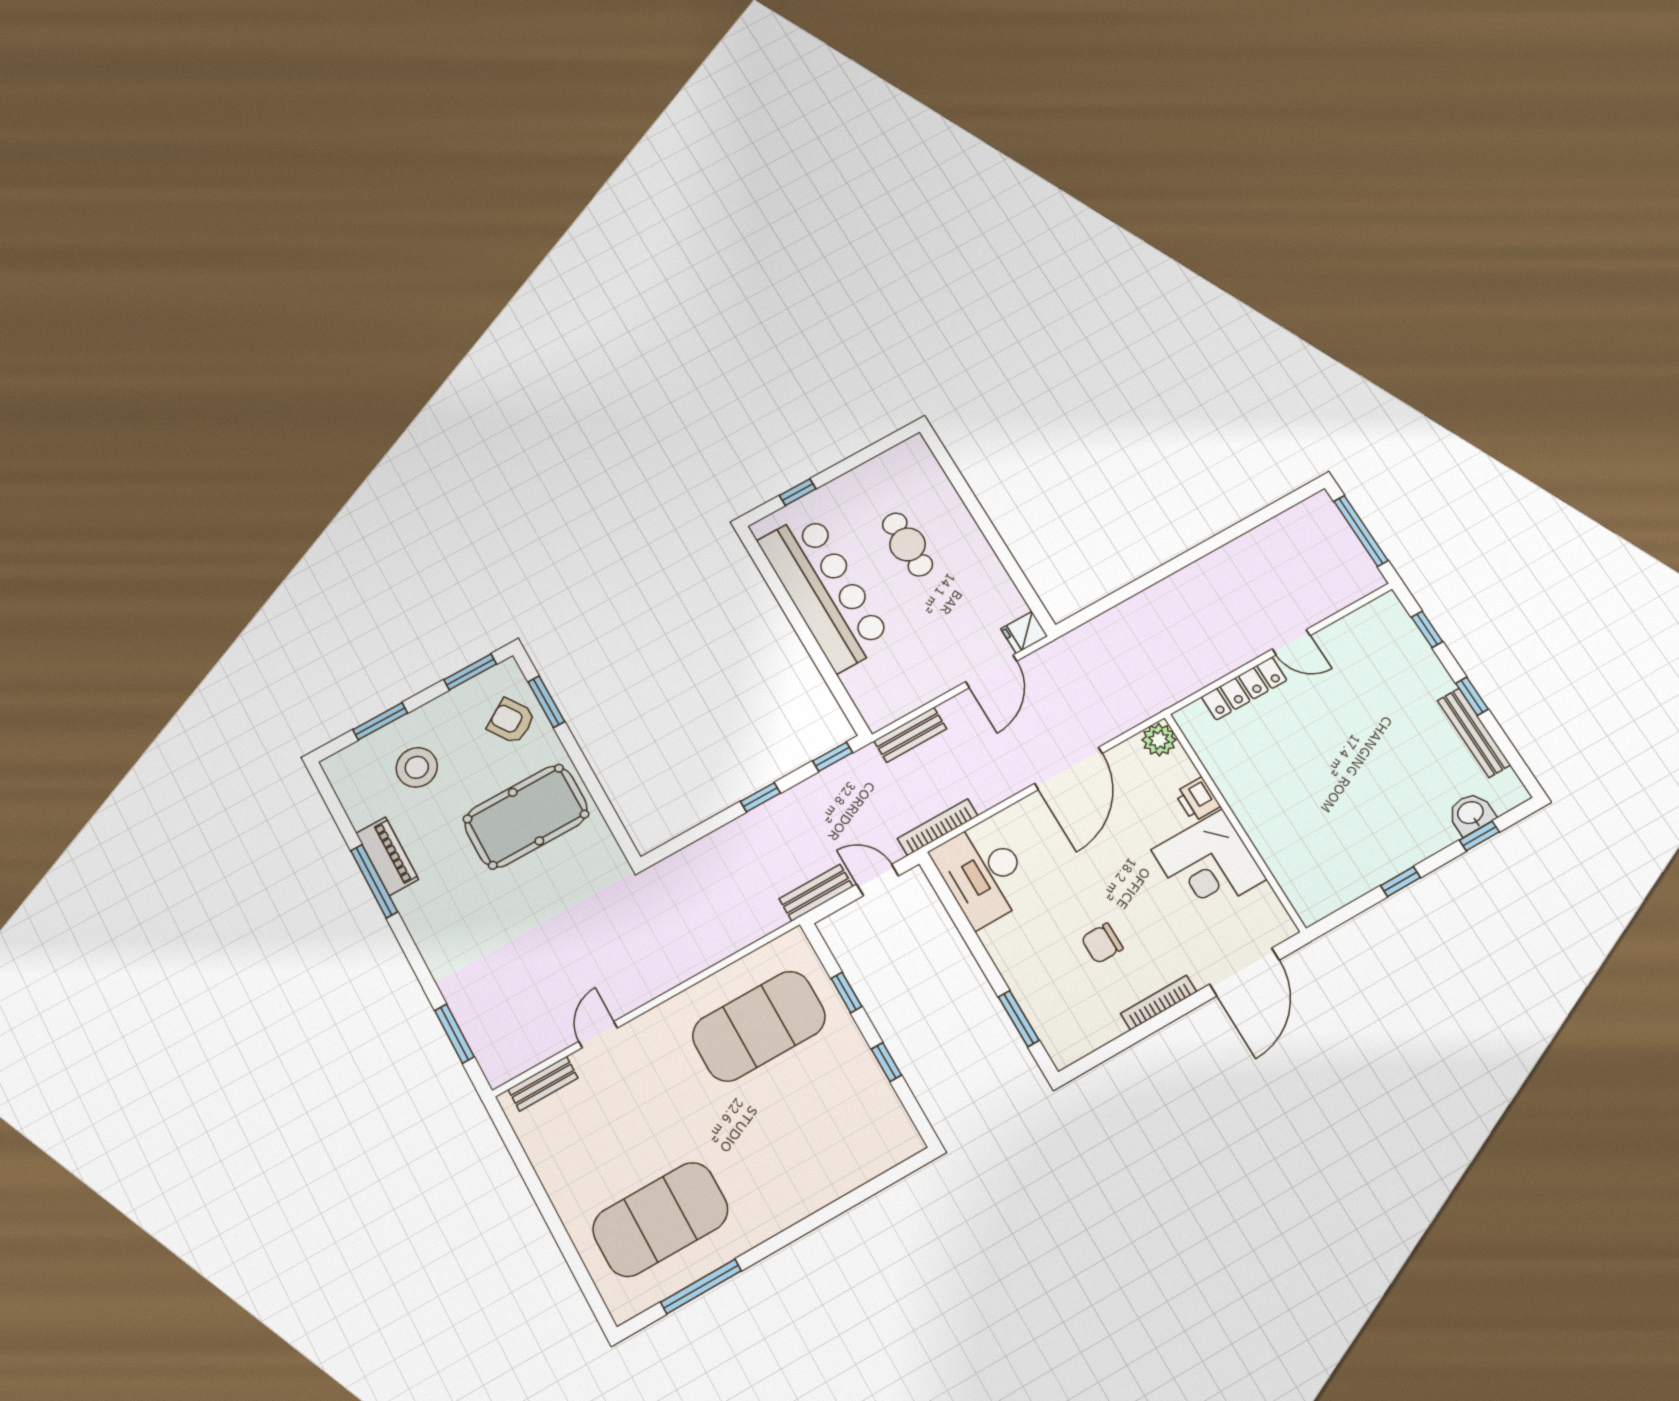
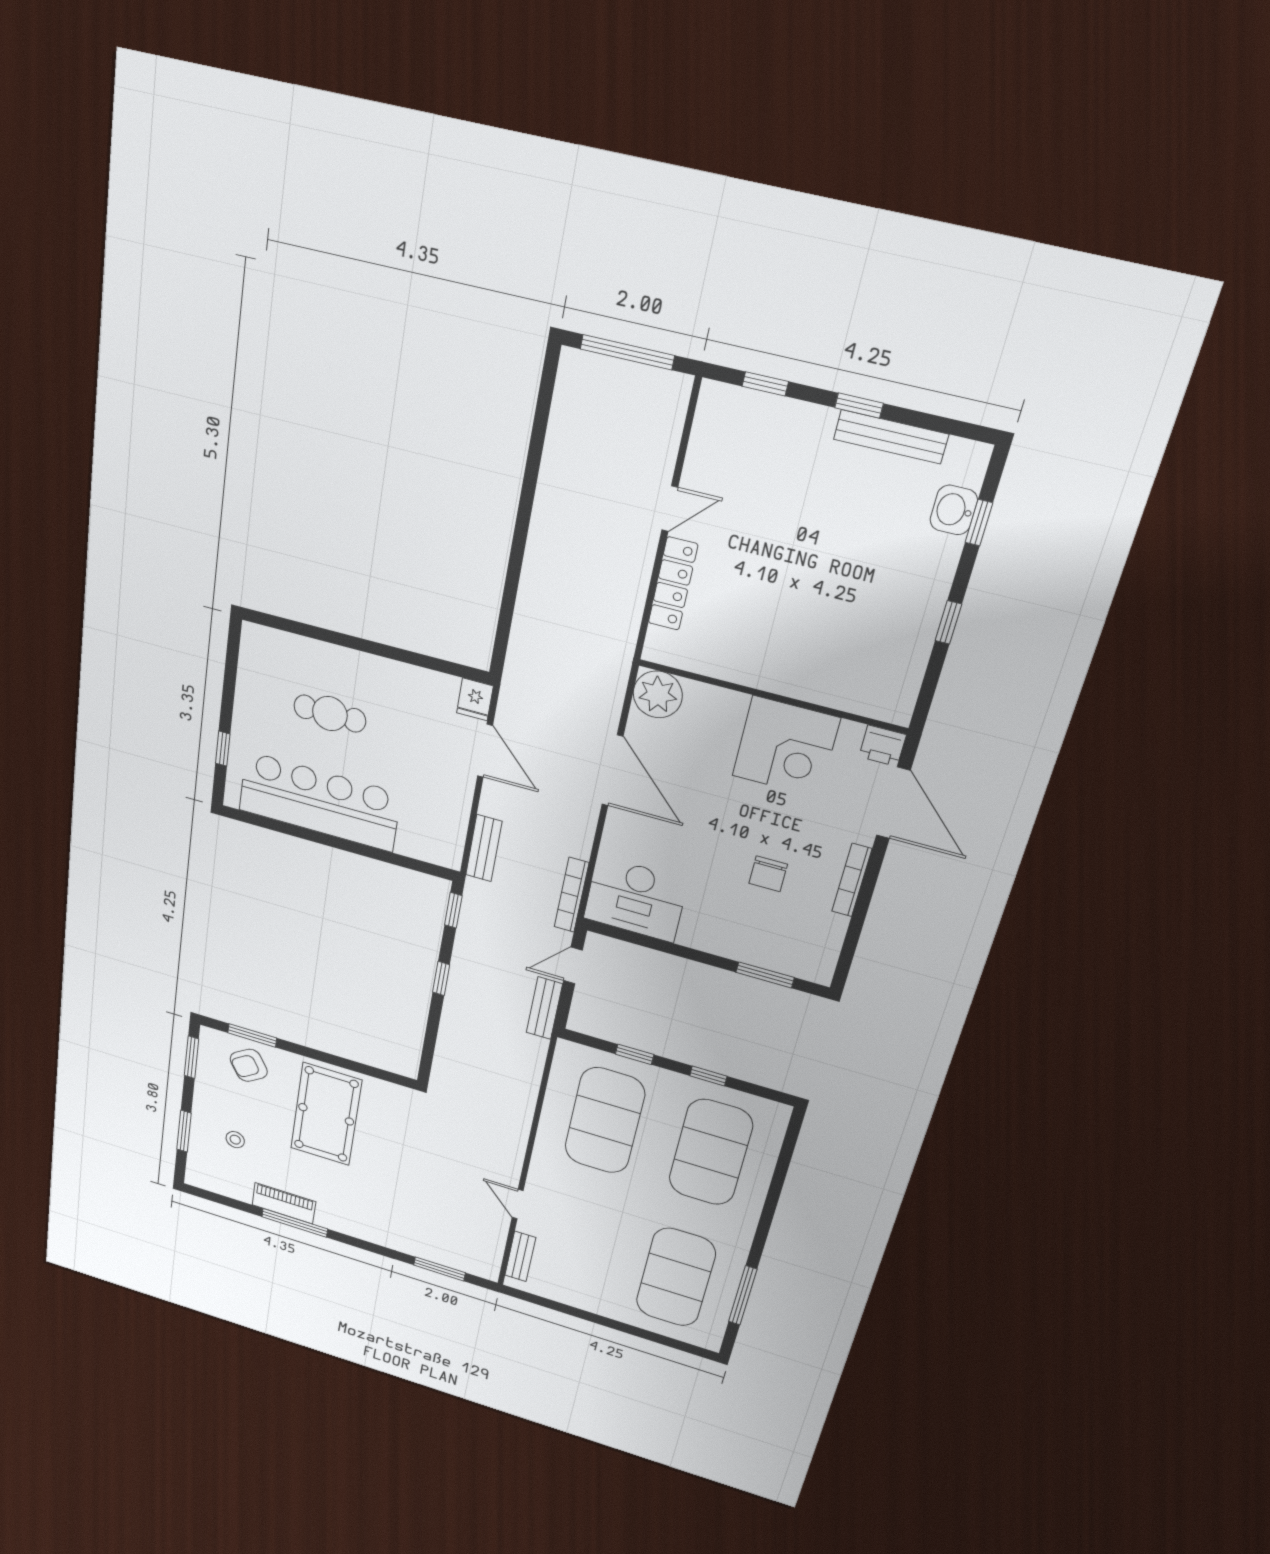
plant: (1159, 740) -> (658, 694), width x1.36, depth x1.36
stool: (417, 767) -> (235, 1140), width x0.53, depth x0.53
printer: (1197, 799) -> (883, 746), moved
exercise mat: (817, 1129) -> (711, 1152), added

